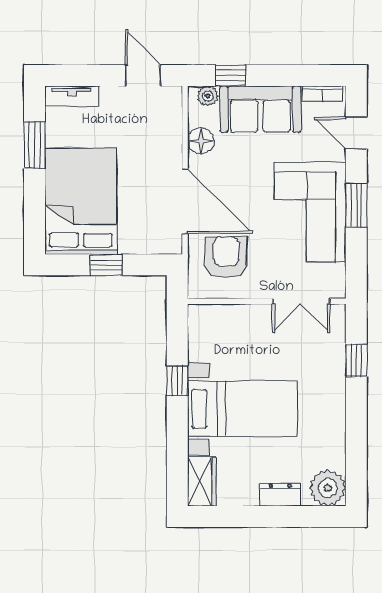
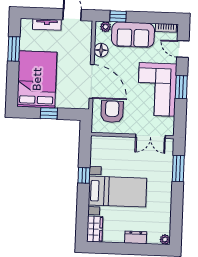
tv unit: (72, 96) -> (47, 25), moved
window: (356, 360) -> (178, 169), width x1.50
plant: (328, 488) -> (165, 239), width x0.53, depth x0.53

